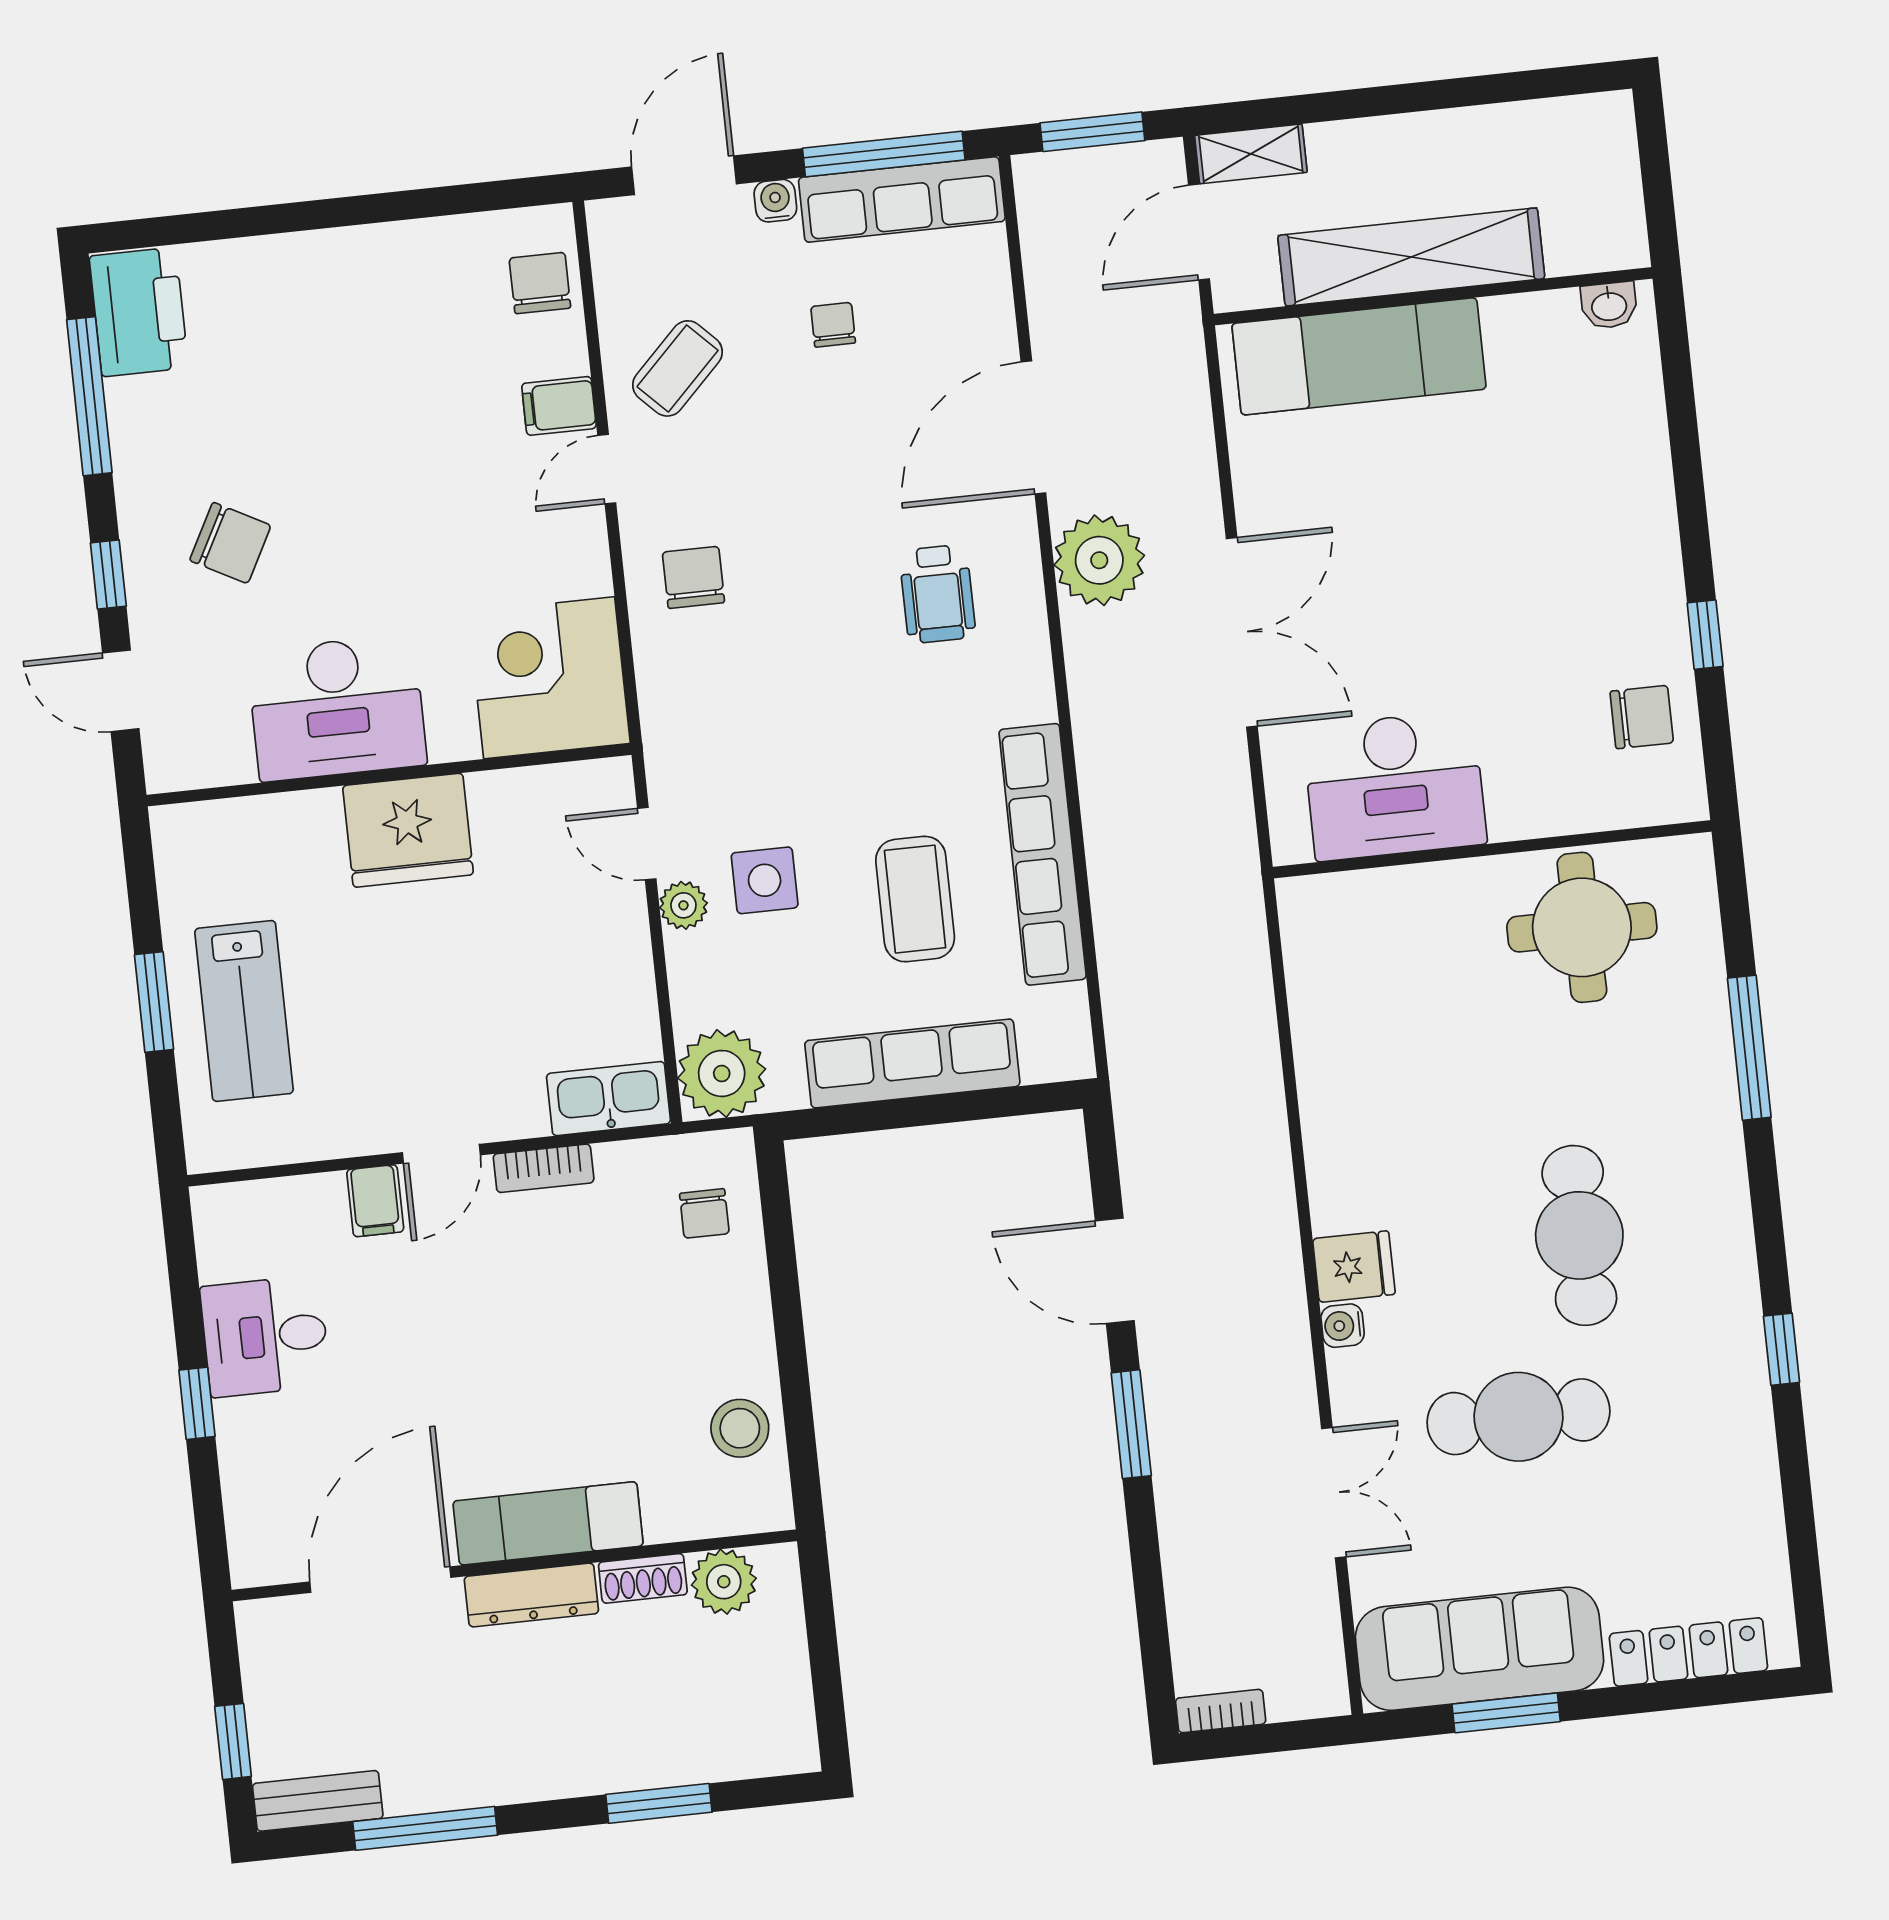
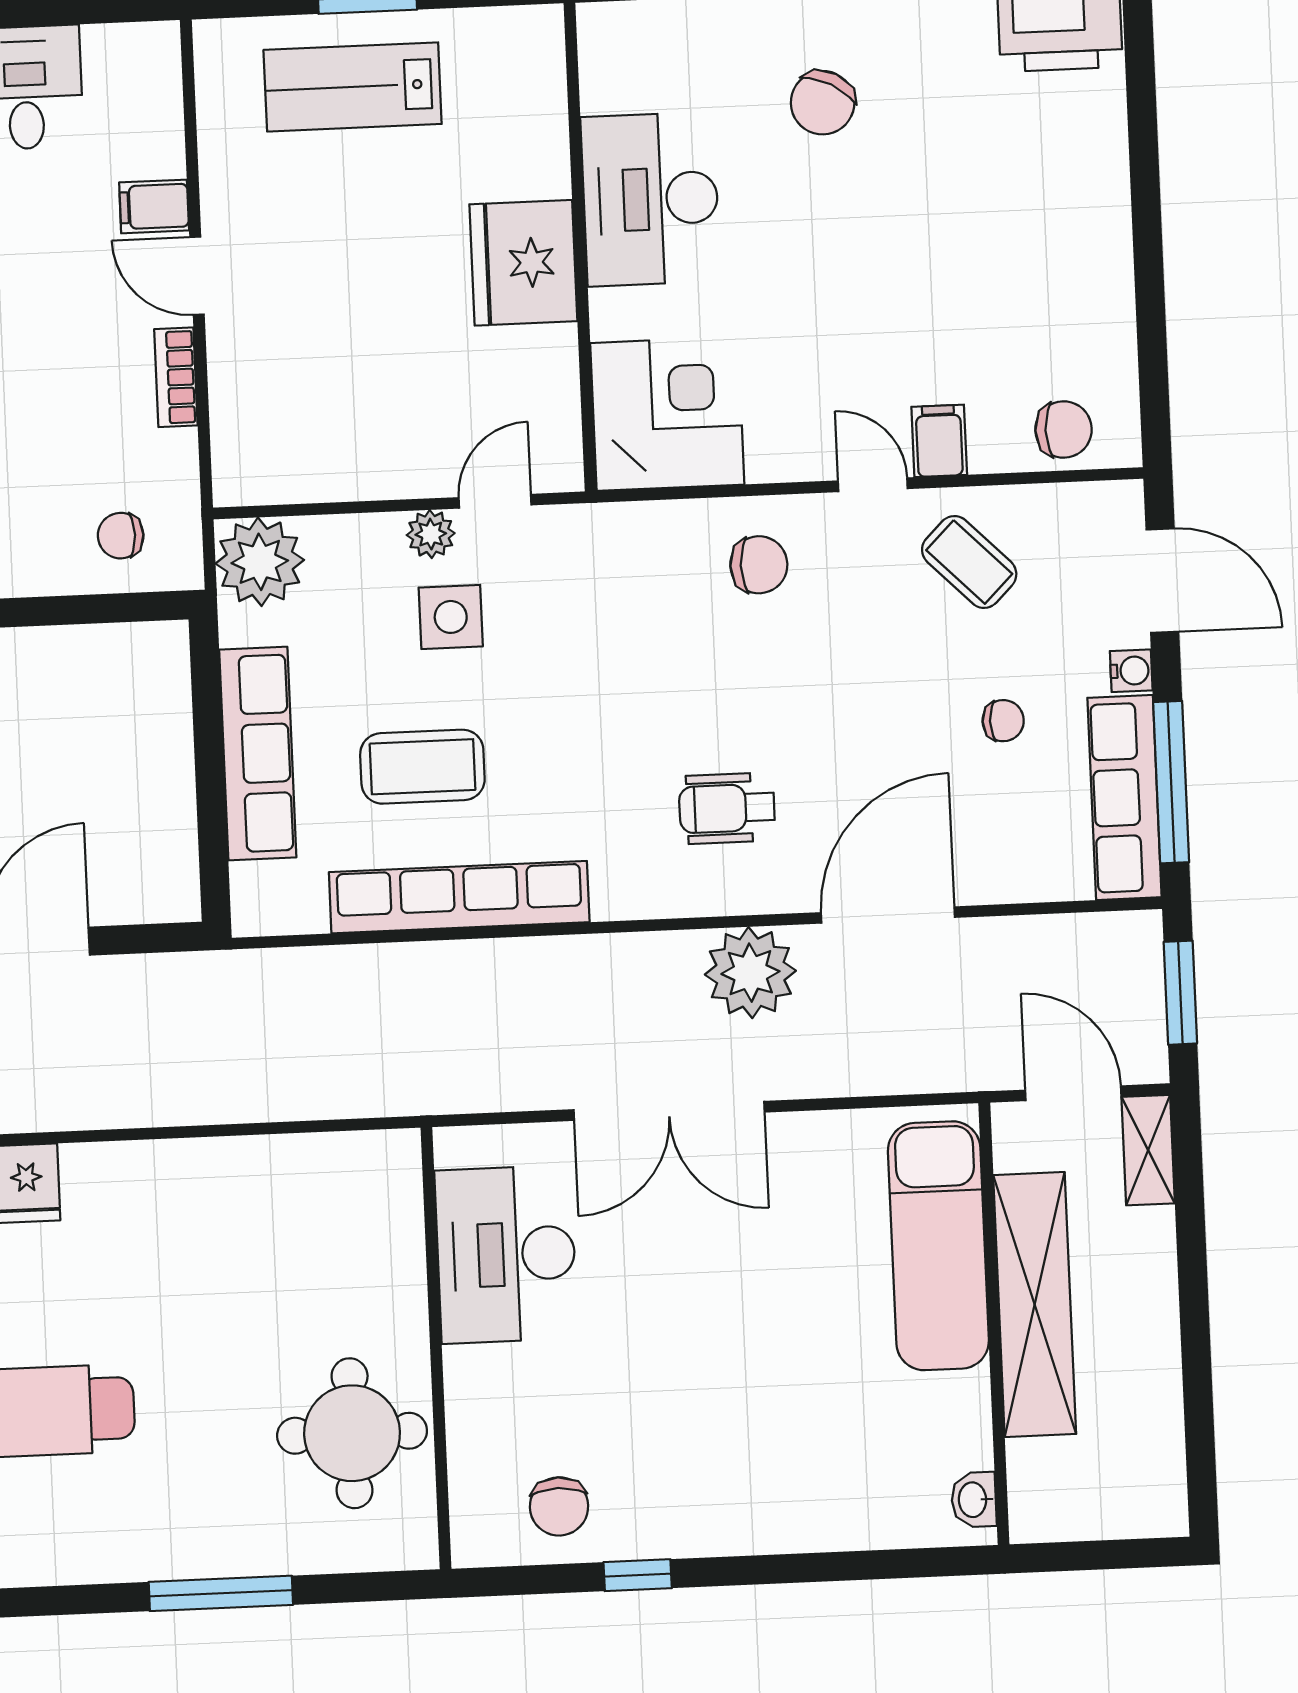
door: (1033, 427) -> (888, 915), hinge flipped
kitchen sink: (608, 1099) -> (242, 447), removed

